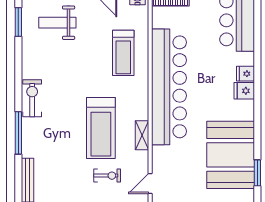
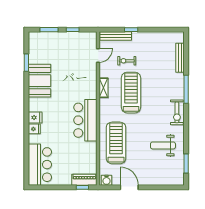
weight bench: (57, 23) -> (163, 145), moved, turned 180
treadmill: (123, 53) -> (116, 143), width x1.37, depth x1.38
bar counter: (169, 87) -> (85, 120), width x0.54
booth: (231, 155) -> (39, 81), width x0.73, depth x0.70

